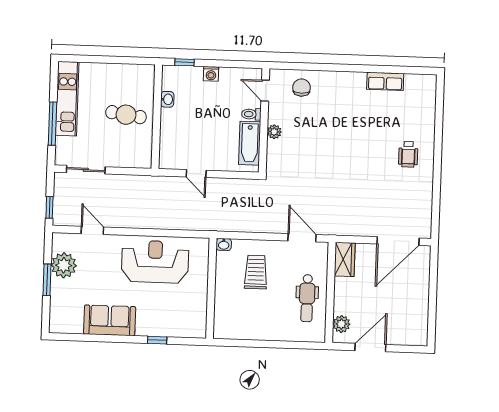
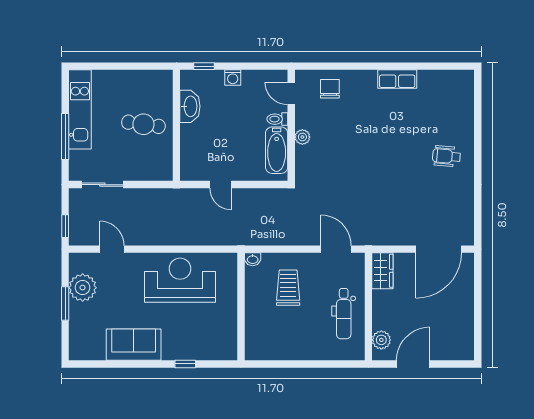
row of seats: (385, 81) -> (397, 79), moved
washbasin: (167, 99) -> (190, 106), width x1.91, depth x1.45
wheelchair: (408, 154) -> (446, 156), turned 95

